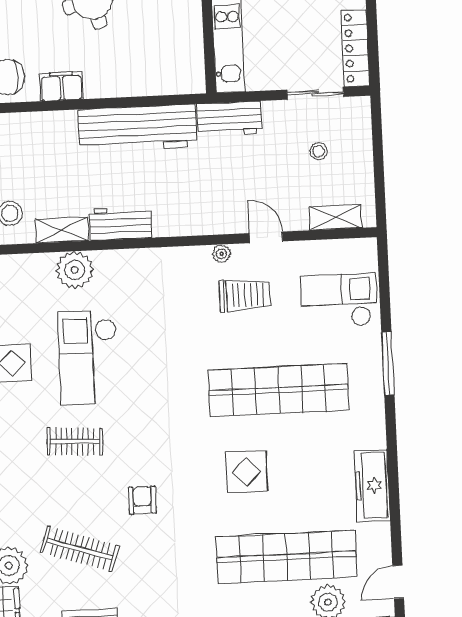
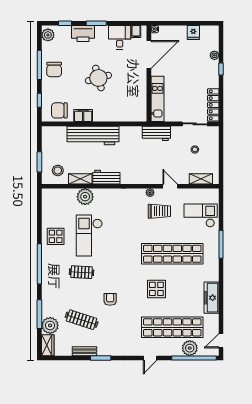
workbench: (137, 128) -> (93, 136), moved

